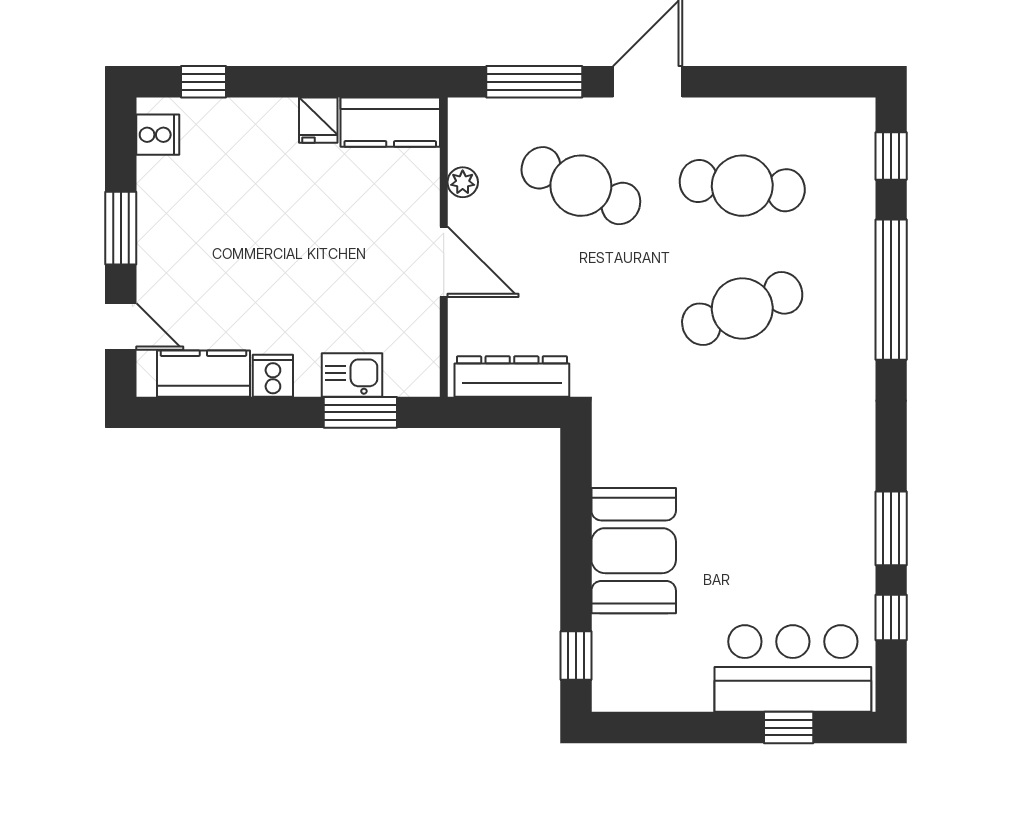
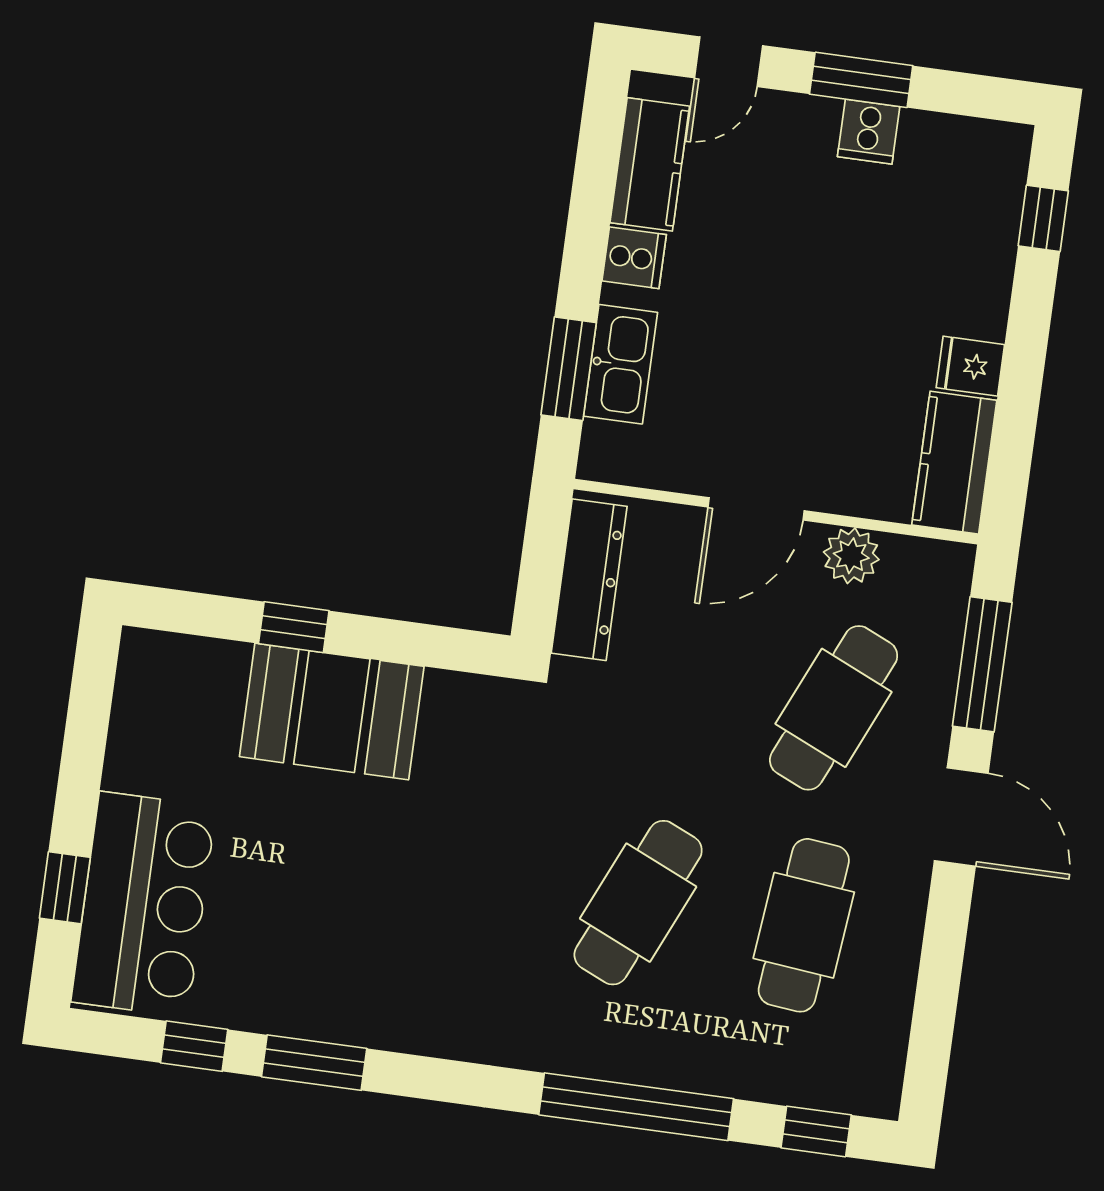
cooker: (158, 135) -> (869, 132), moved
plant: (463, 182) -> (851, 556), width x1.38, depth x1.38
cafe table: (742, 309) -> (638, 903), turned 45
kitchen sink: (352, 375) -> (621, 364), width x1.38
window: (576, 655) -> (294, 627), moved

